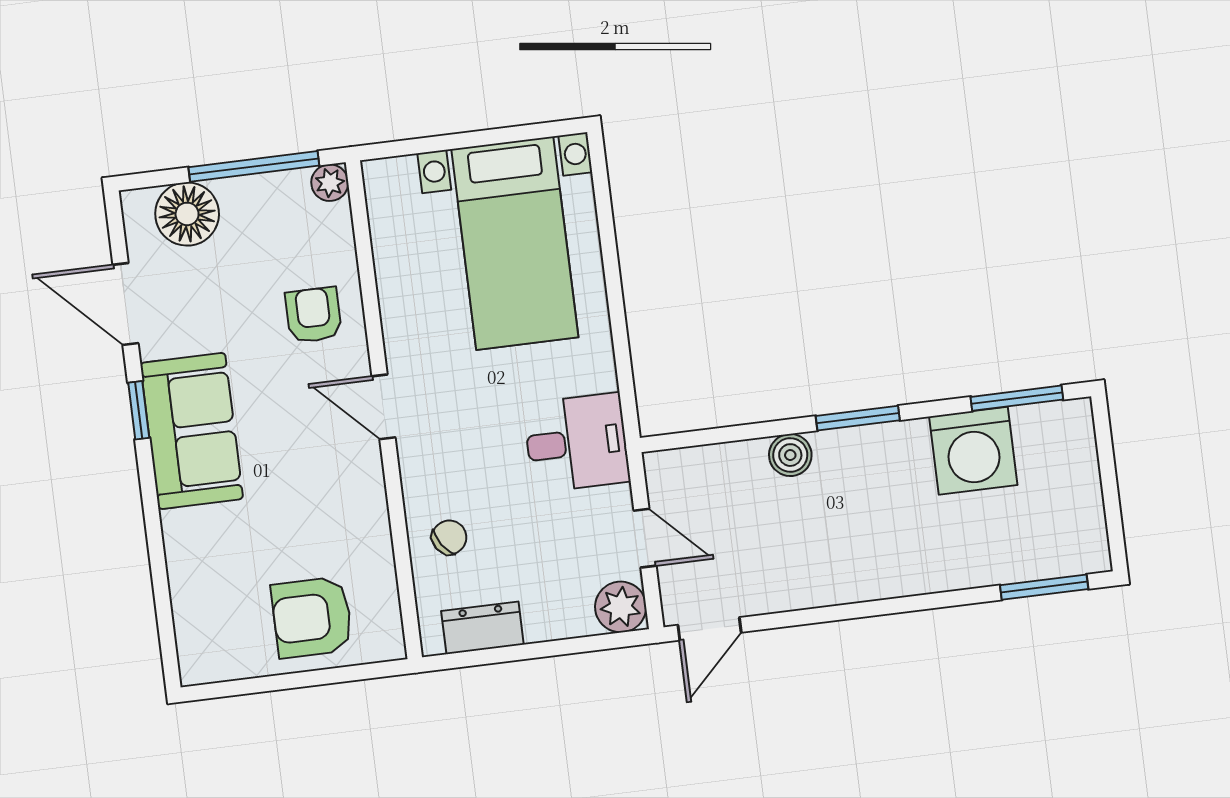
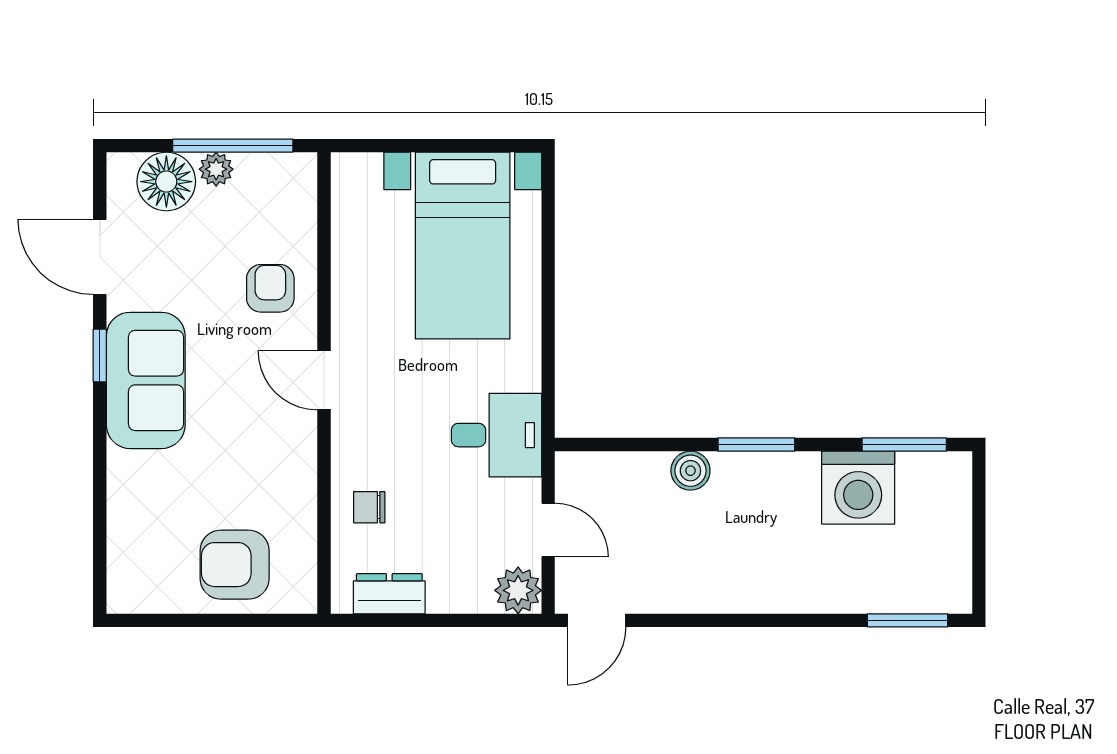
plant: (330, 183) -> (216, 169), moved
chair: (449, 537) -> (369, 507), turned -146

